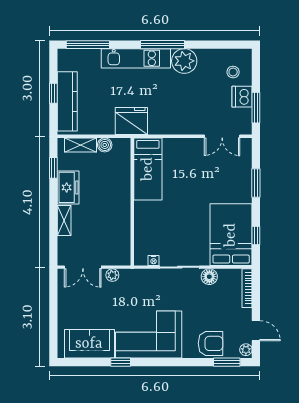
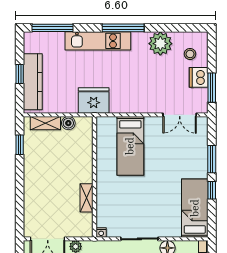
plant: (184, 61) -> (160, 44), moved
bed: (148, 169) -> (130, 146), moved
freezer: (68, 187) -> (34, 163), removed
shelving: (64, 220) -> (87, 198), moved
bed: (231, 235) -> (195, 208), width x0.67
window: (256, 236) -> (212, 190), moved
nightstand: (154, 260) -> (101, 233), moved

